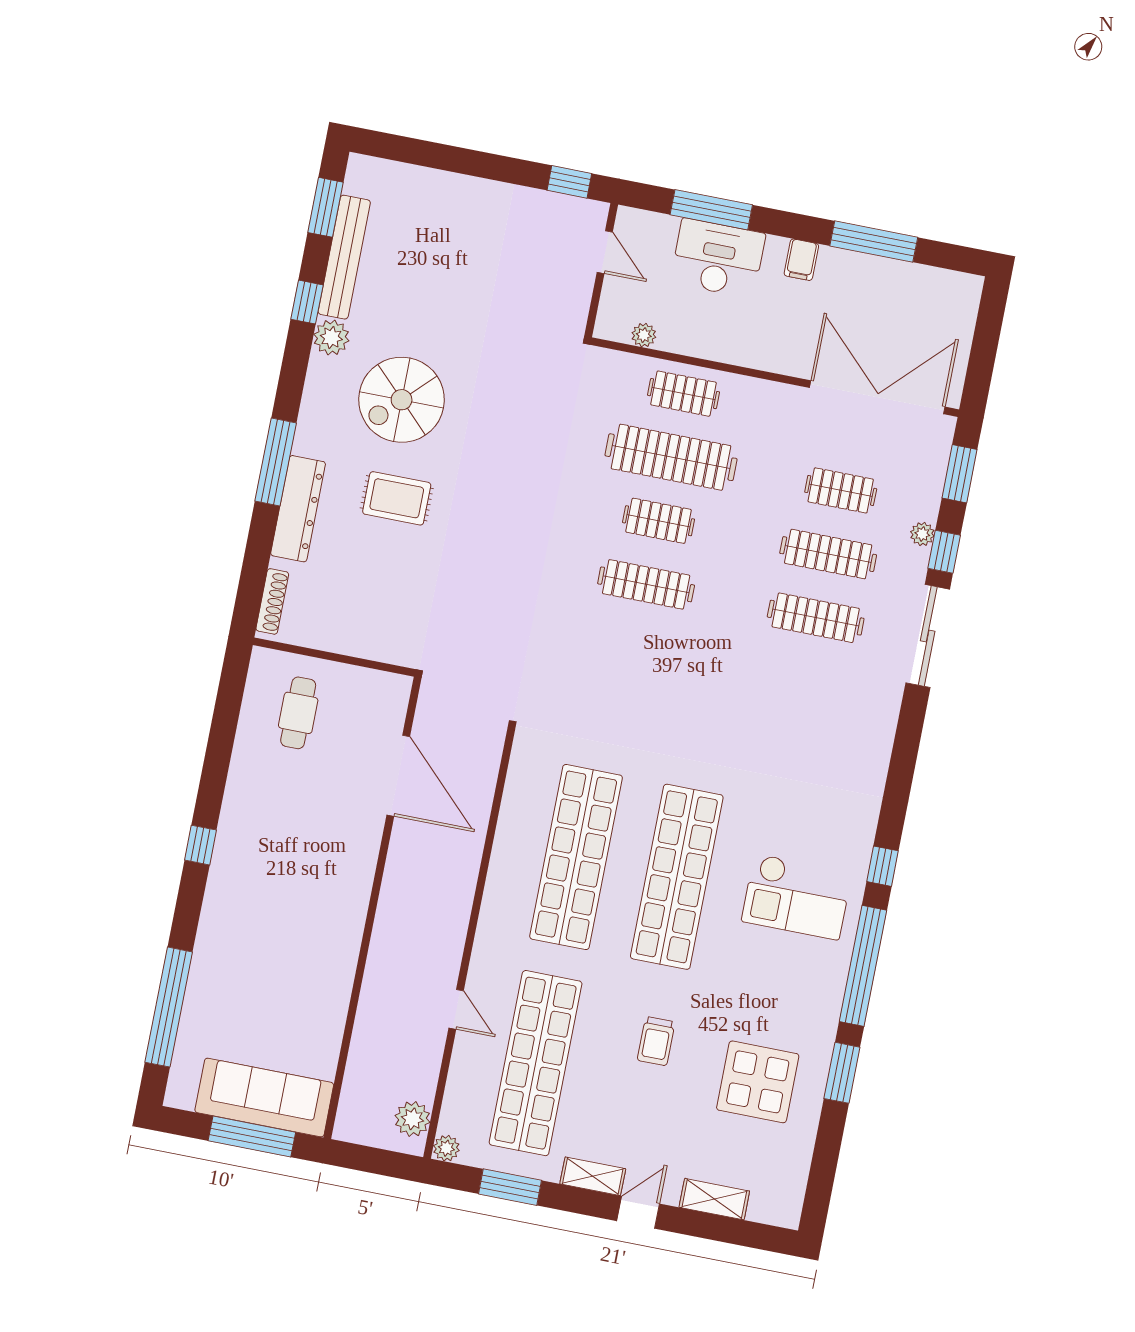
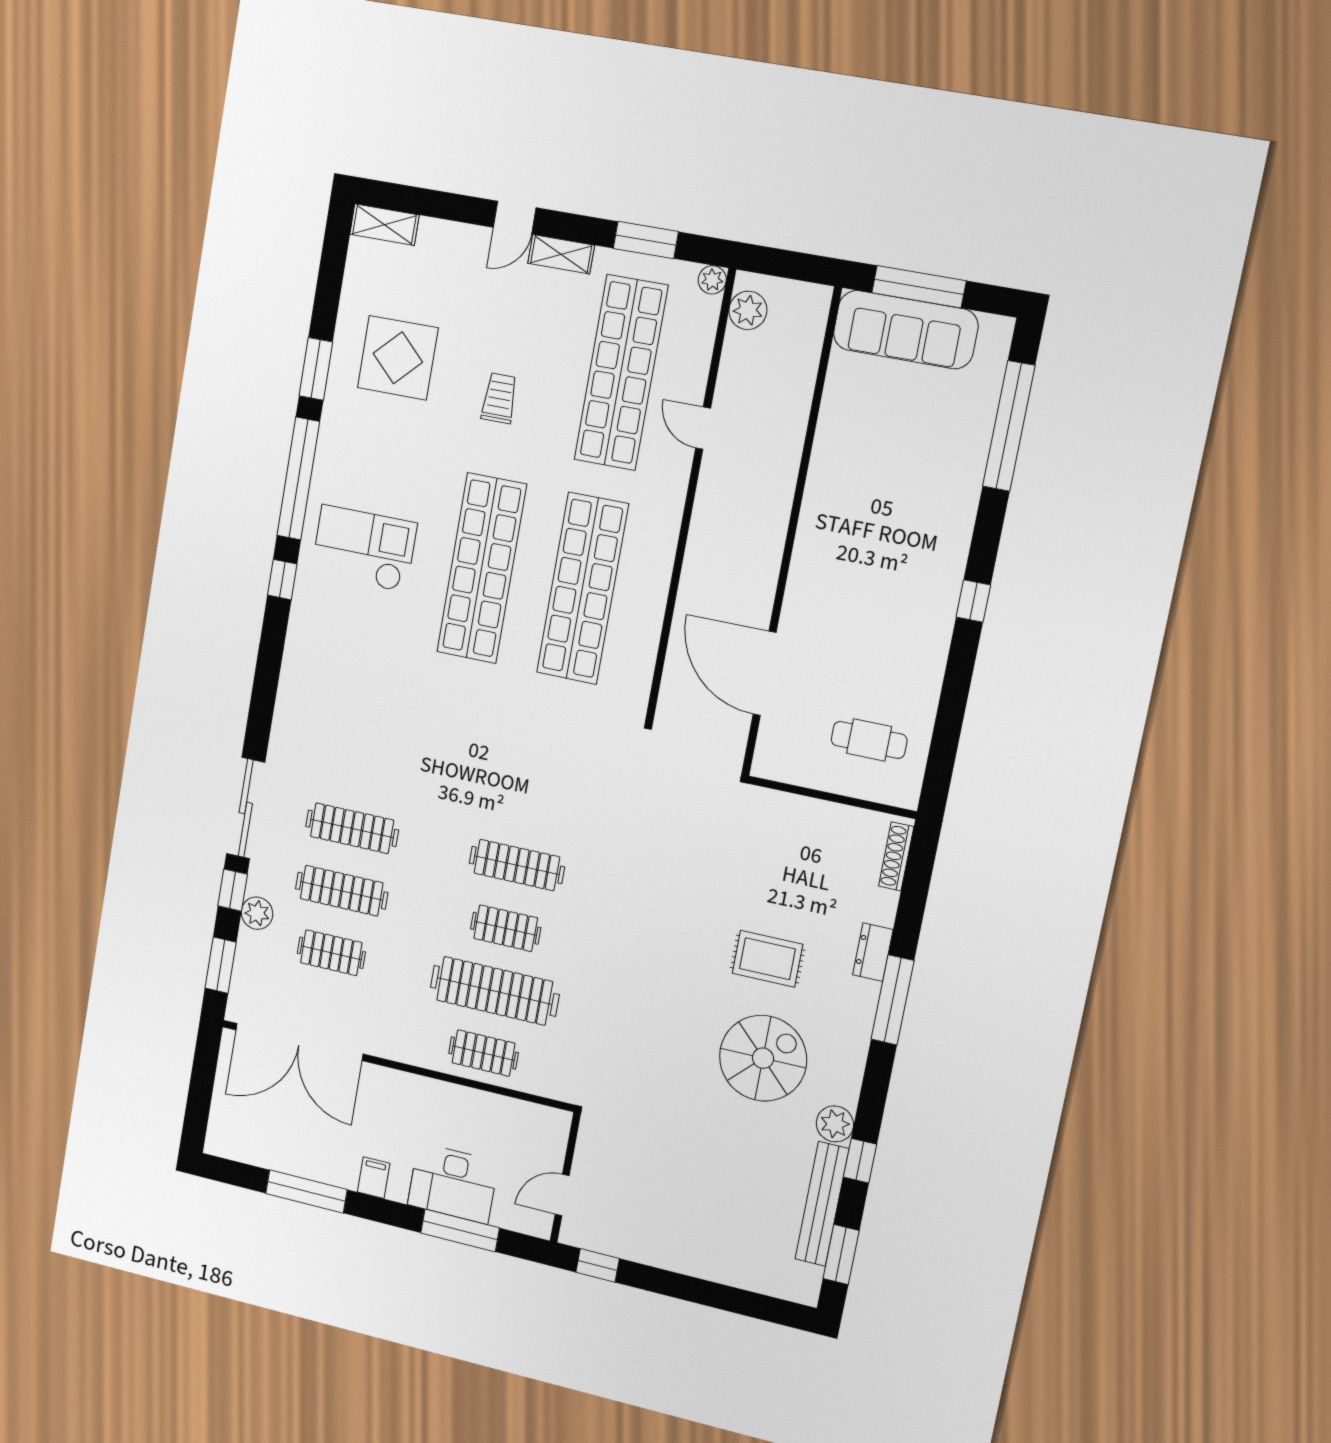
door: (605, 252) -> (562, 1195), hinge flipped
plant: (644, 335) -> (523, 1112), removed
dresser: (298, 509) -> (873, 952), width x0.51, depth x0.80
plant: (922, 534) -> (257, 913), width x1.38, depth x1.38
cafe table: (298, 713) -> (869, 740), turned 90
shelving: (714, 1199) -> (384, 225), moved

